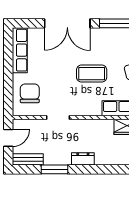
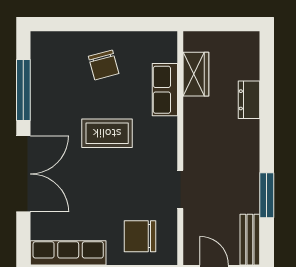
coffee table: (92, 74) -> (107, 133), turned 90
dresser: (83, 159) -> (249, 100), moved

